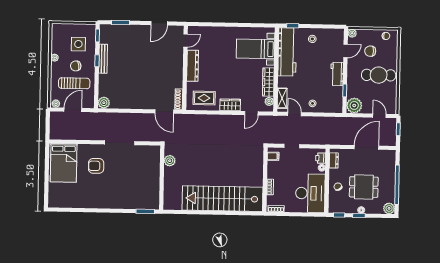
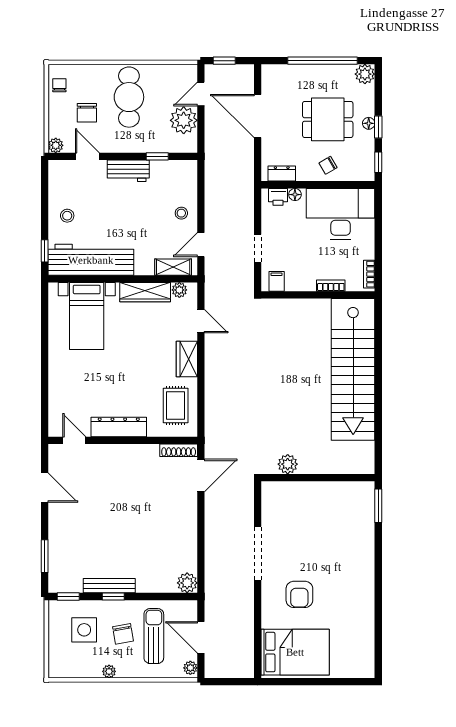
plant: (354, 105) -> (184, 120), moved
dining table: (364, 187) -> (328, 119), turned 90

